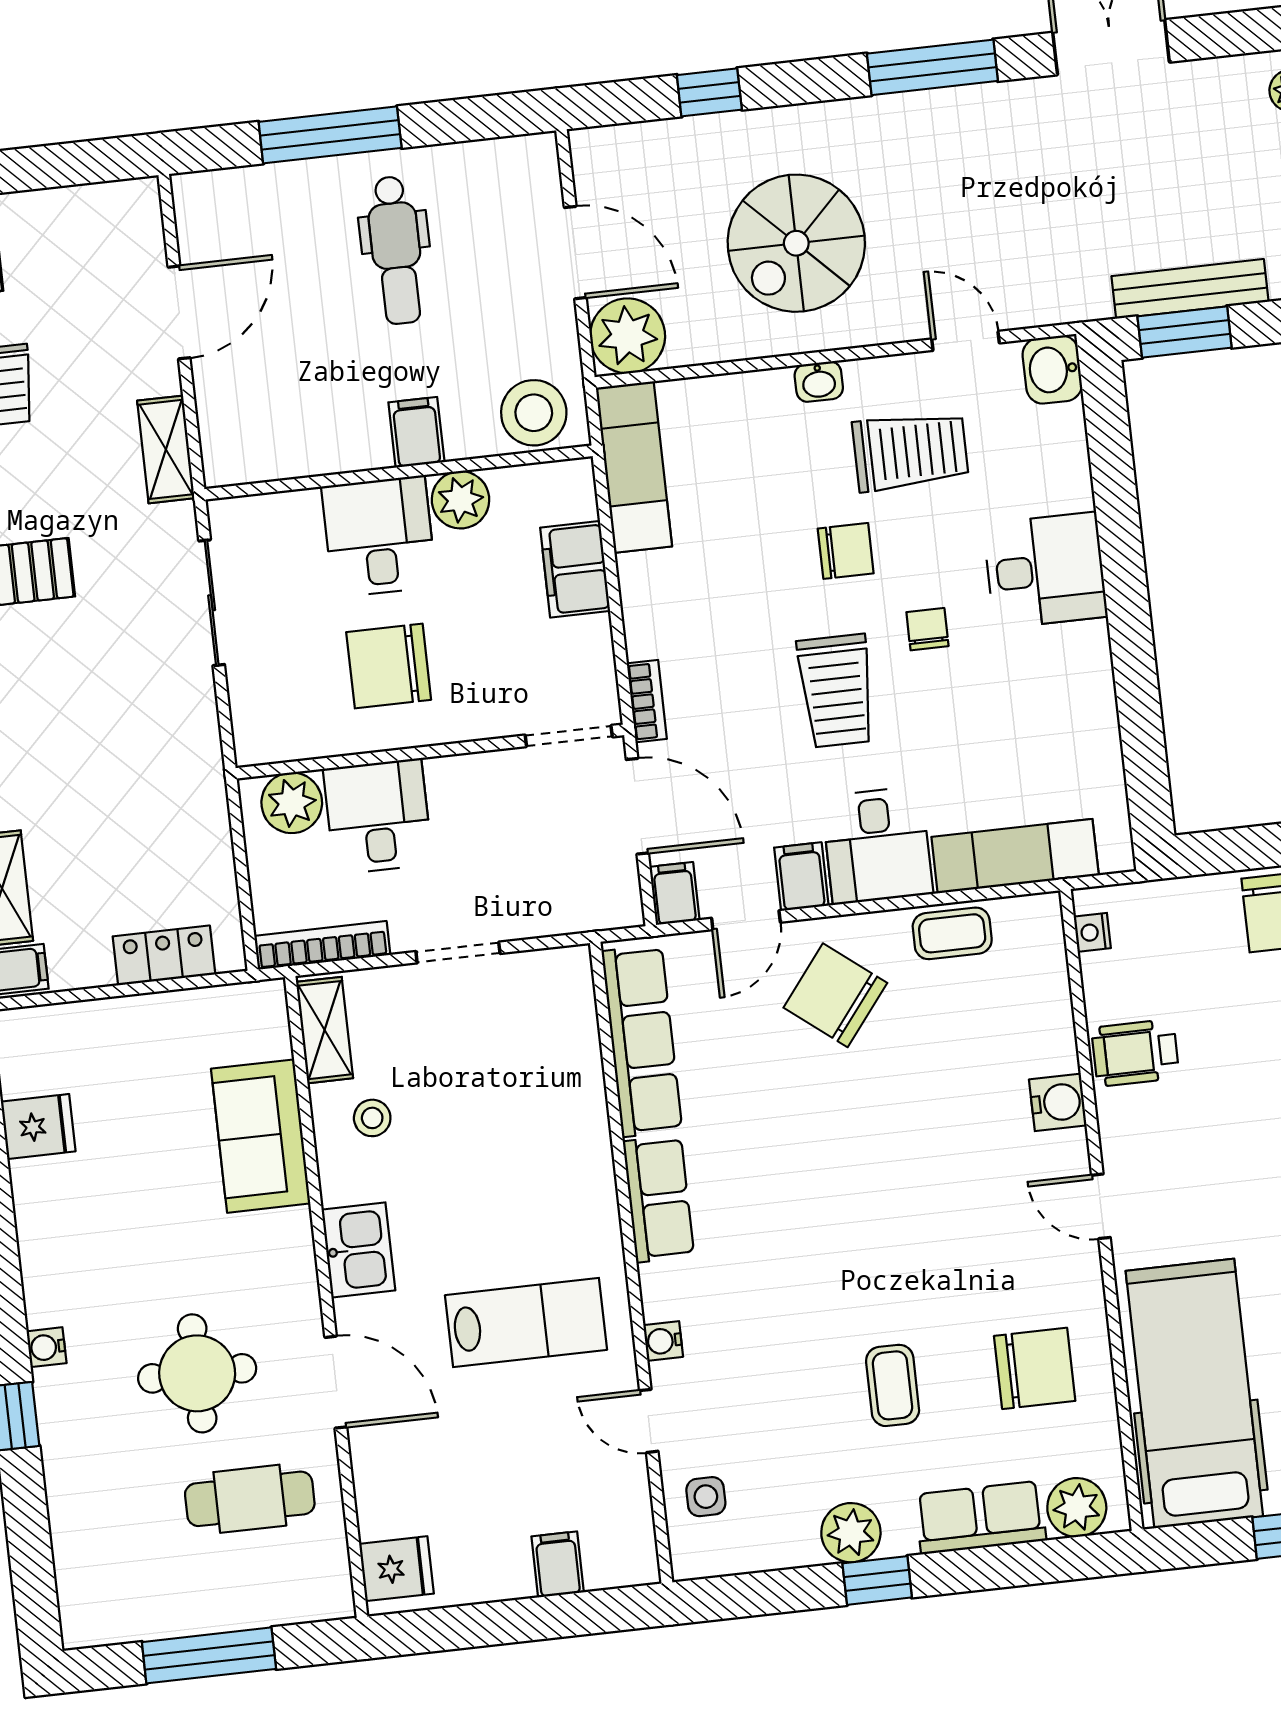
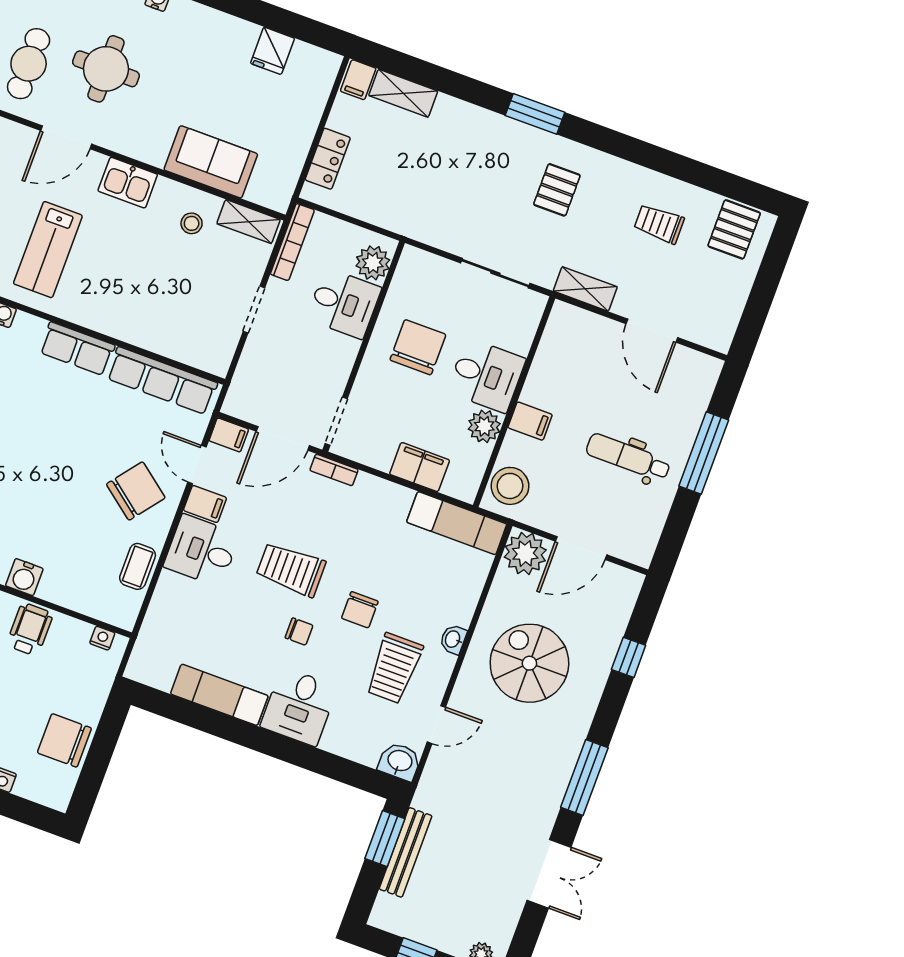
exam couch: (1015, 856) -> (219, 695), moved, turned -90

